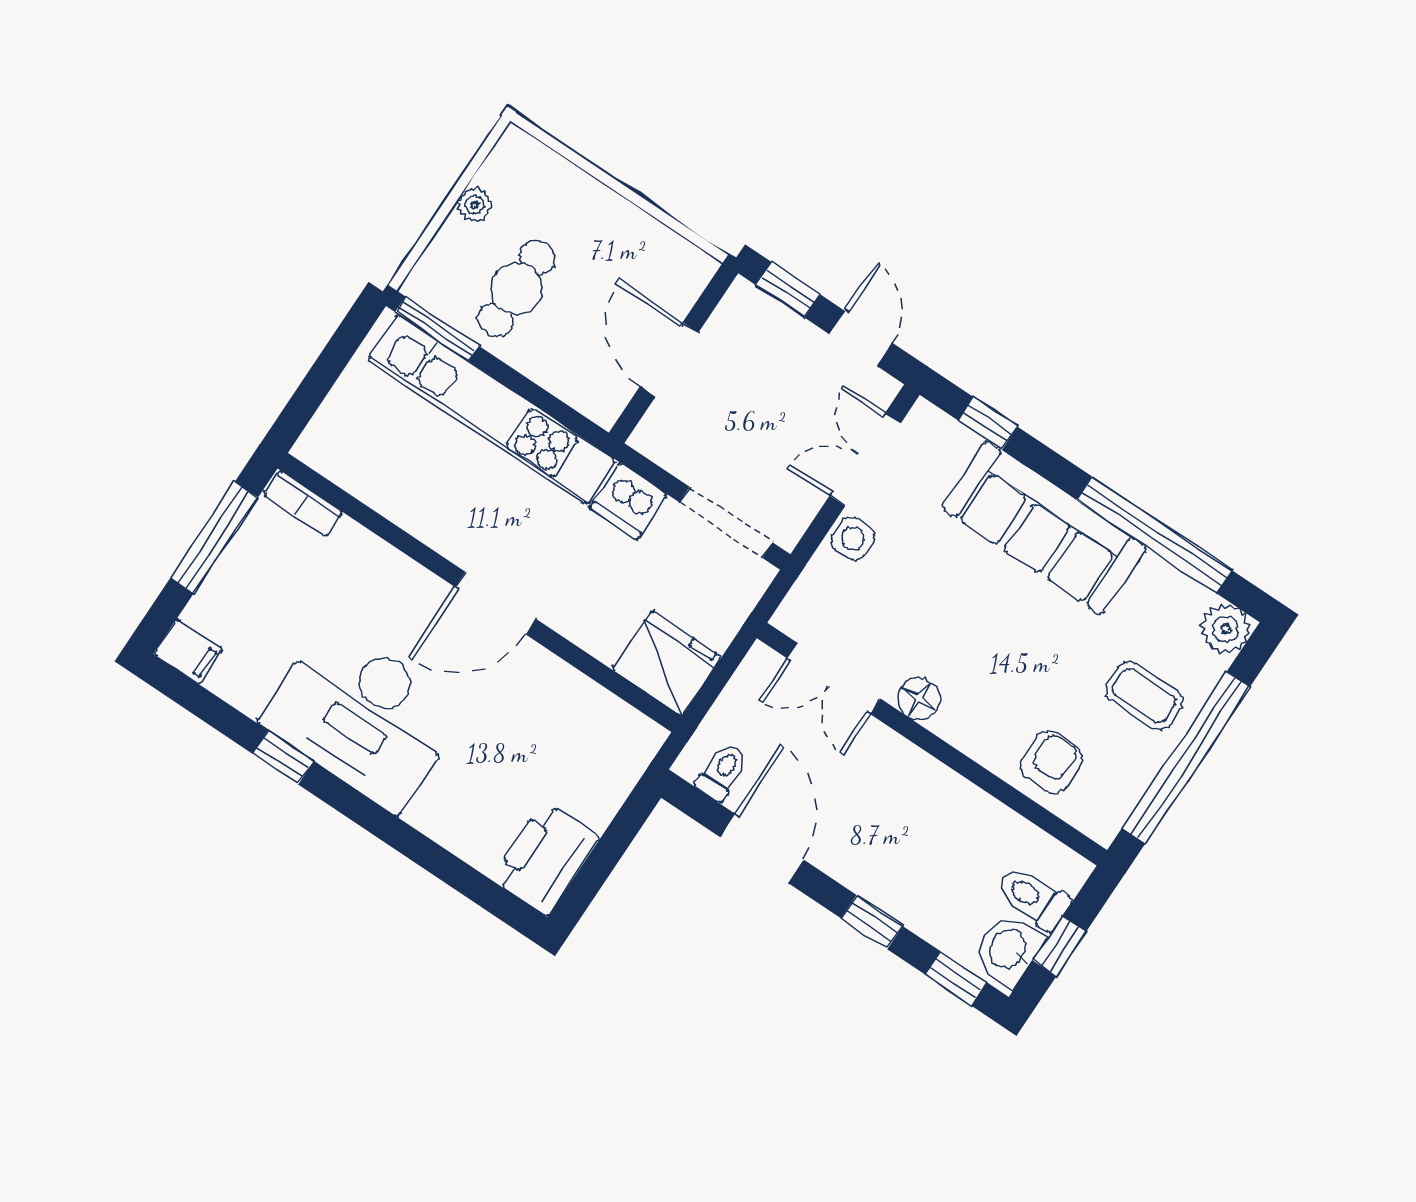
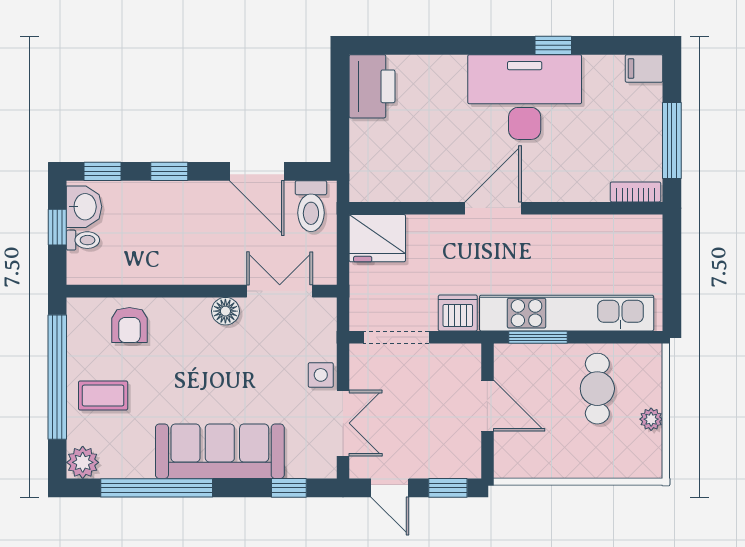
window: (437, 329) -> (538, 337), moved
toilet: (722, 772) -> (311, 206), width x1.37, depth x1.39
toilet: (1033, 898) -> (83, 240), width x0.73, depth x0.72

